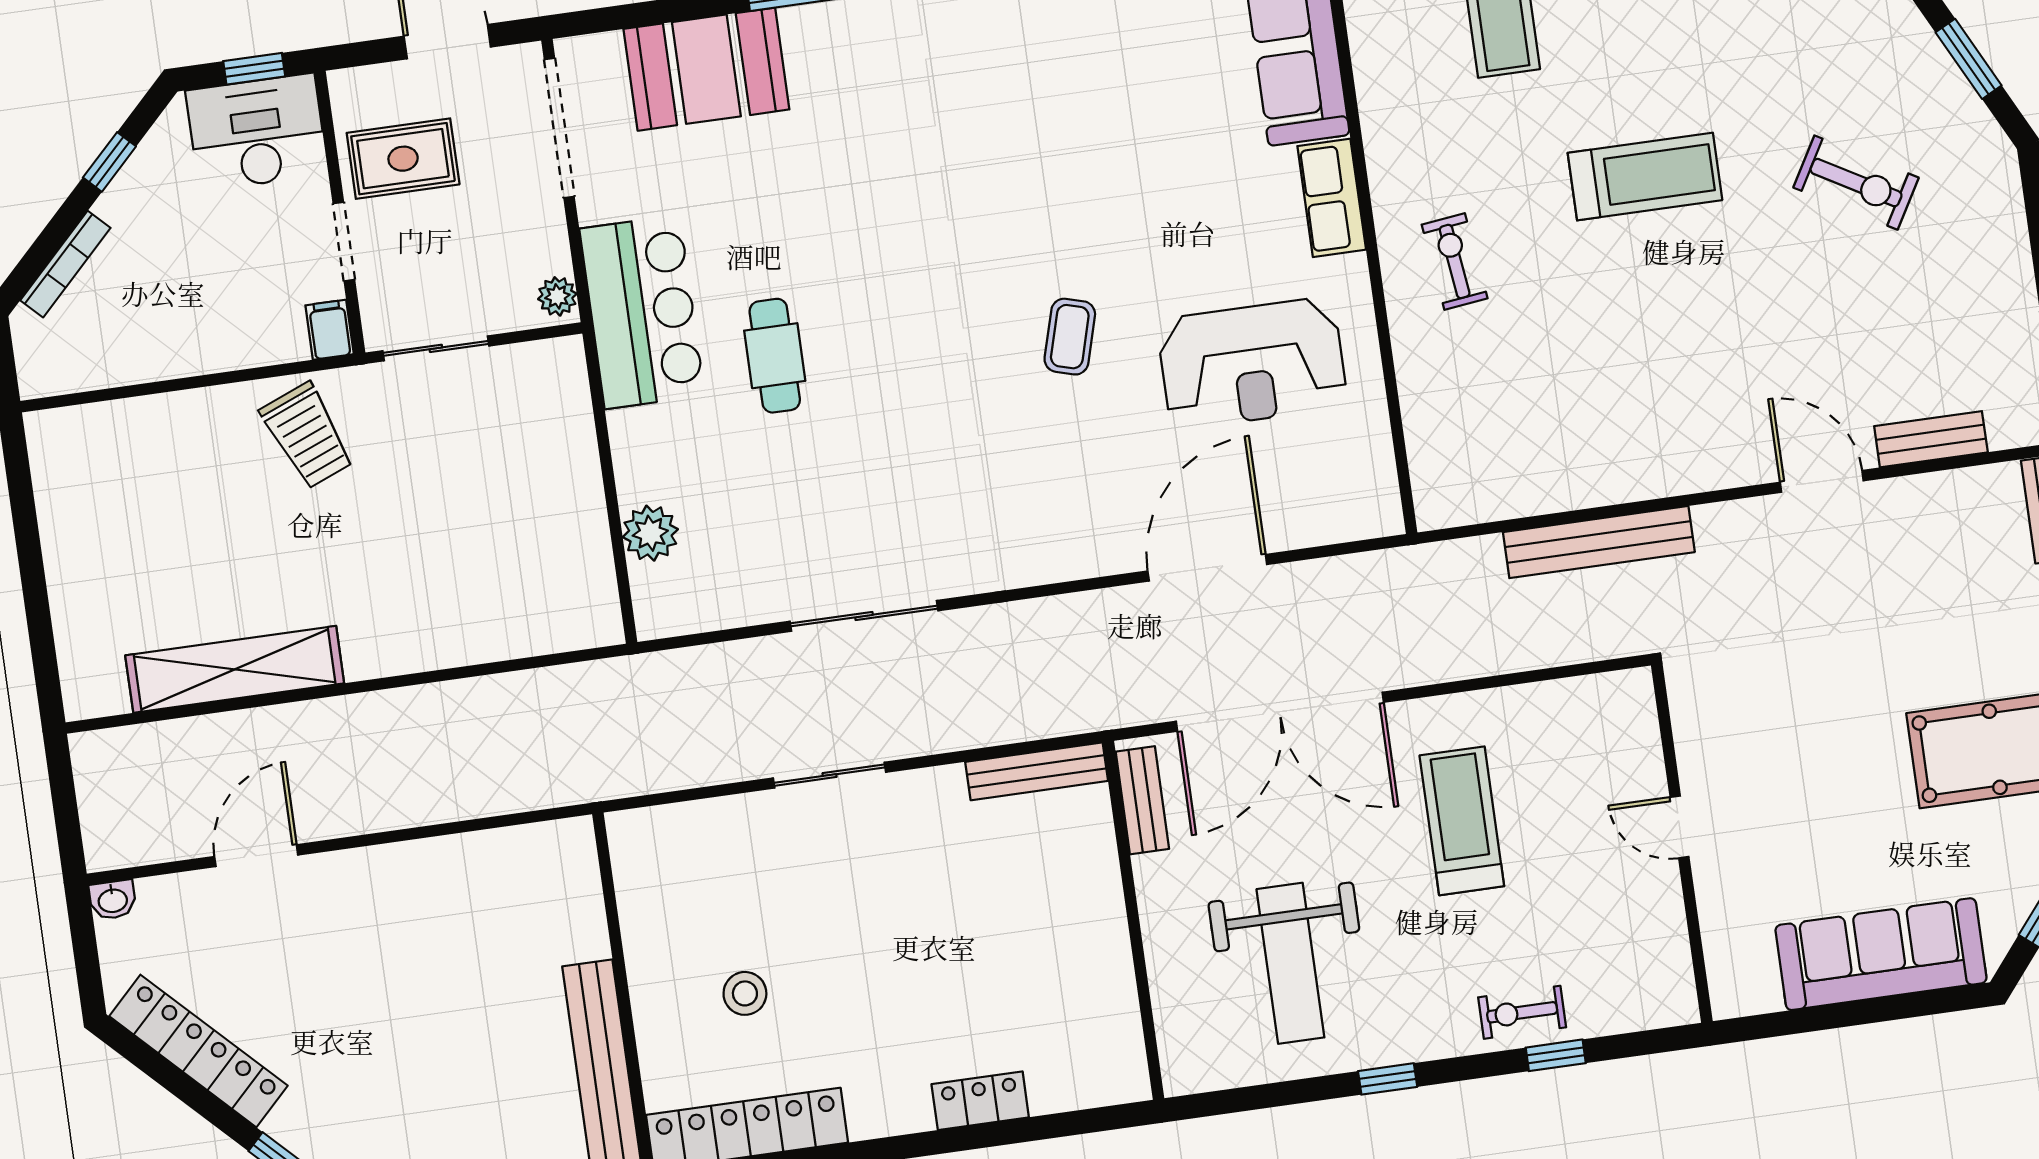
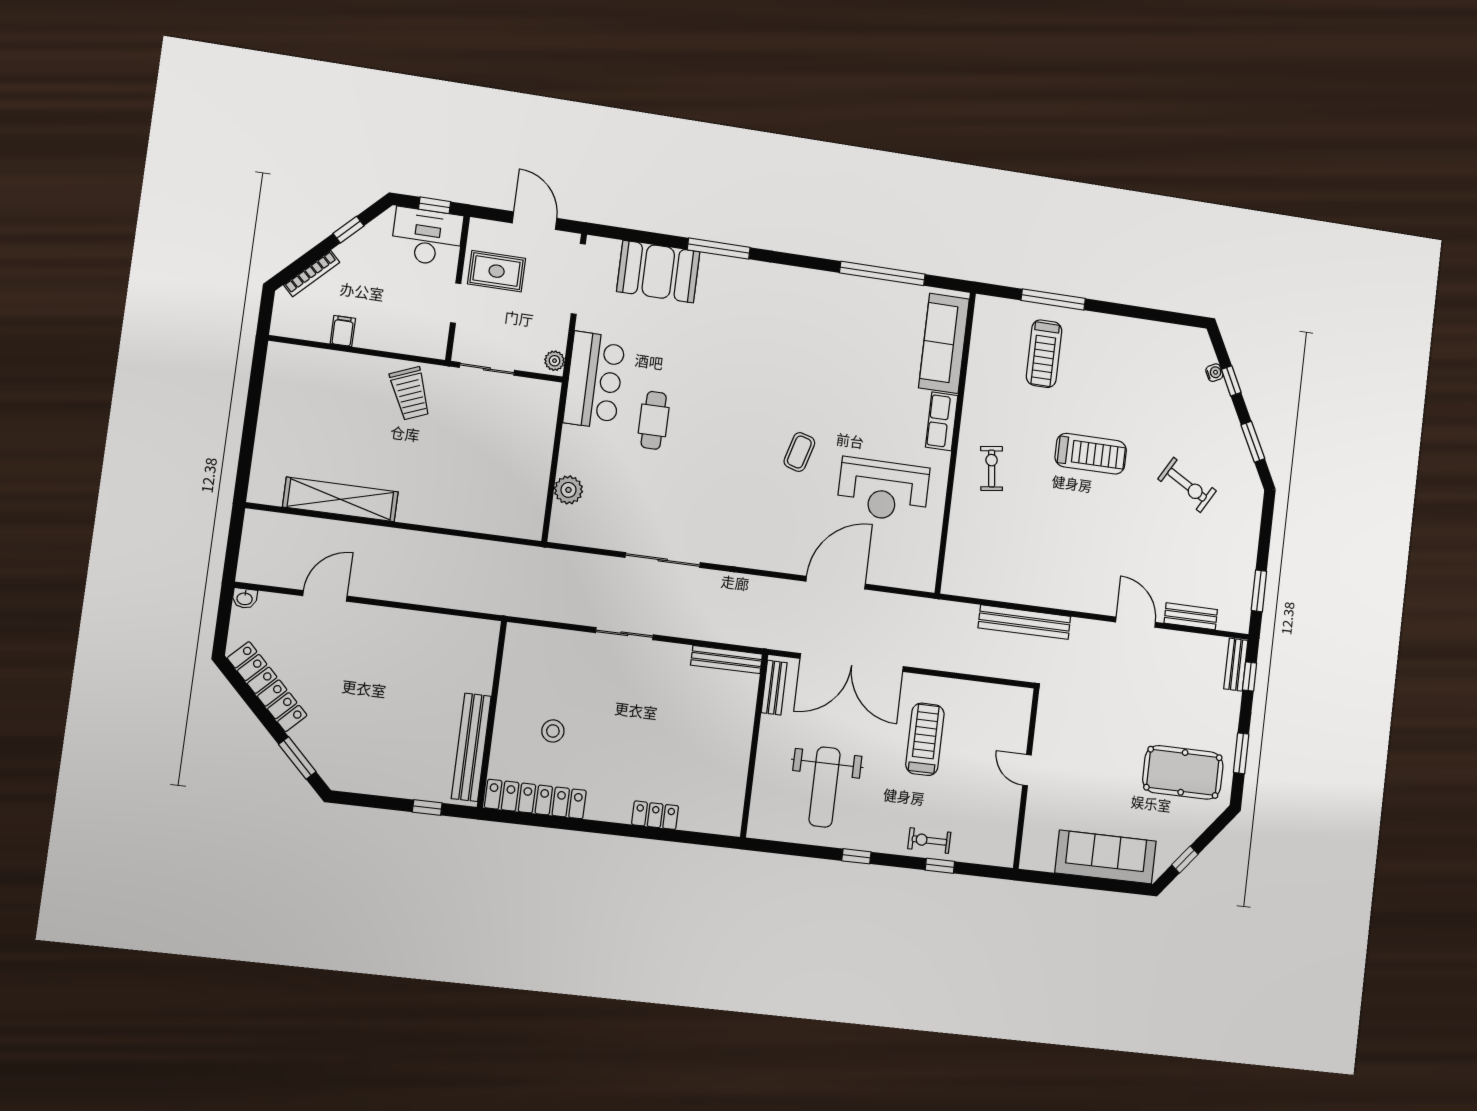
filing cabinet: (330, 330) -> (343, 331), moved

